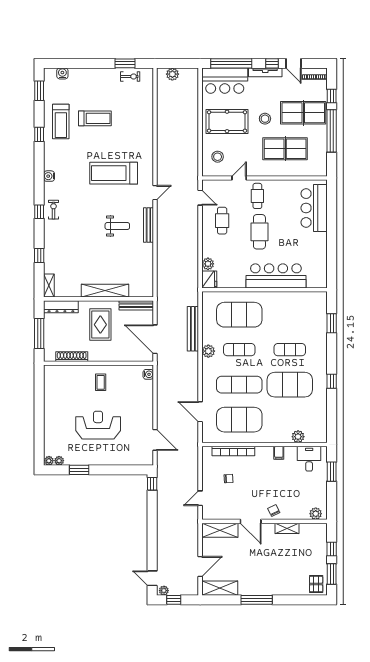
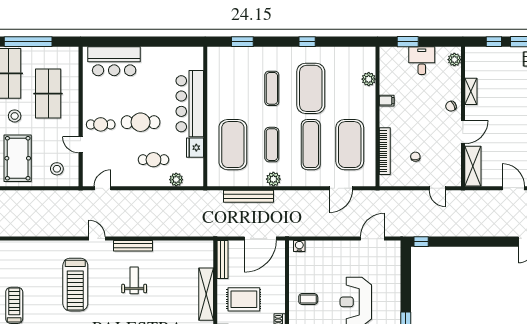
cafe table: (222, 221) -> (153, 160), moved
fridge: (209, 279) -> (195, 148), moved, turned -90
desk: (309, 459) -> (422, 61), moved, turned 90

